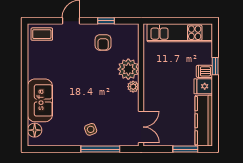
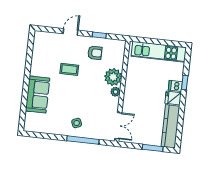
coffee table: (42, 34) -> (69, 69), moved
armchair: (103, 42) -> (95, 53), turned -90
floor lamp: (35, 130) -> (31, 118), removed

